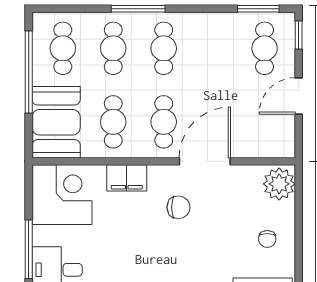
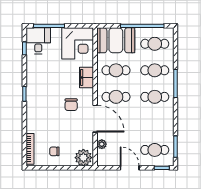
plant: (254, 149) -> (102, 144), added

